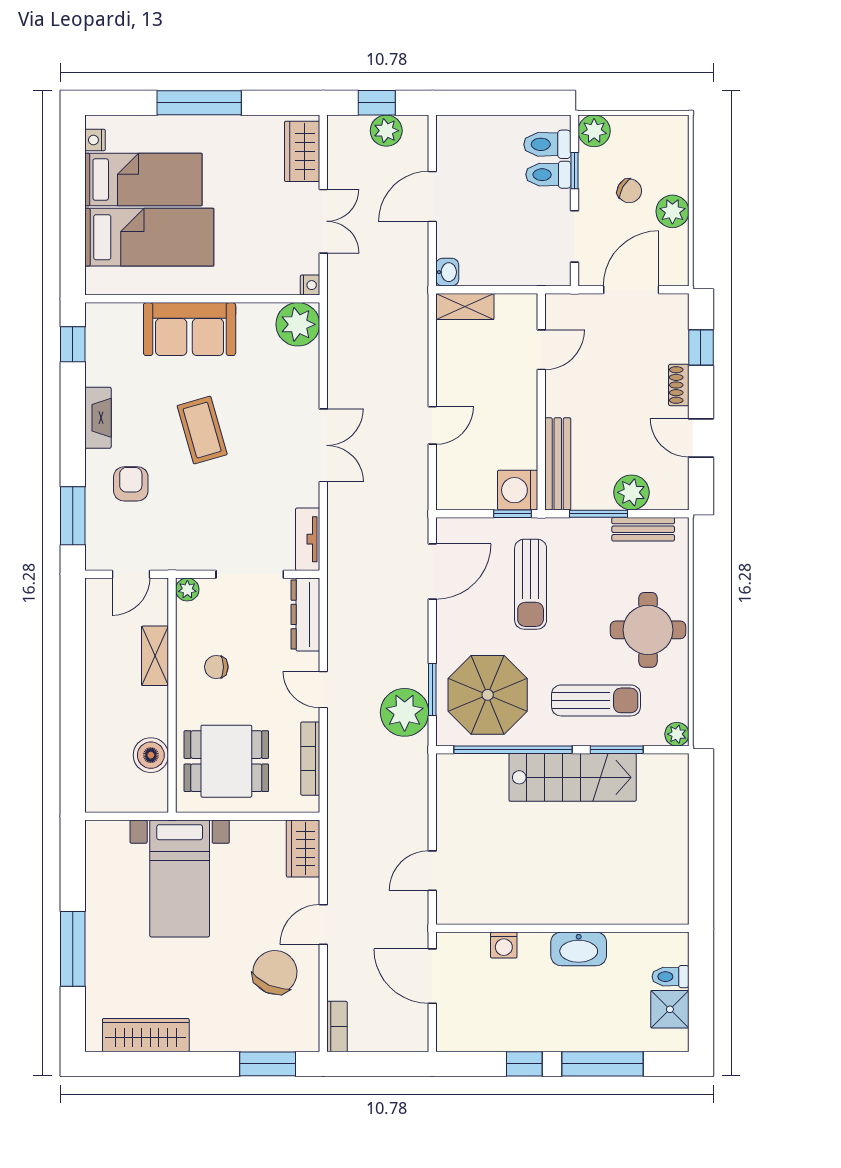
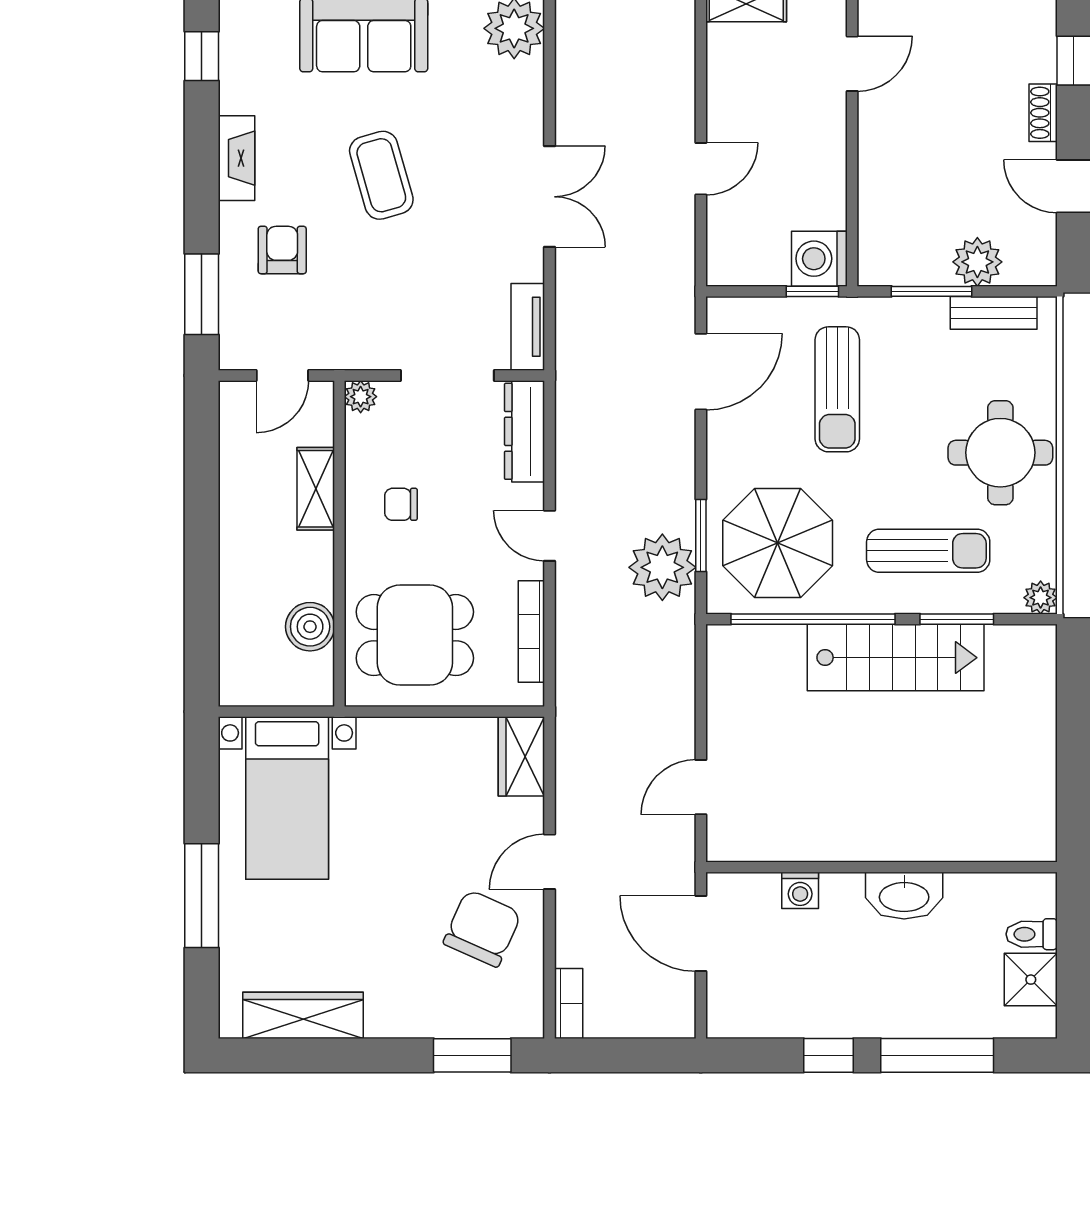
bench: (558, 464) -> (875, 222), removed
bed with nightstands: (180, 878) -> (287, 798), moved

